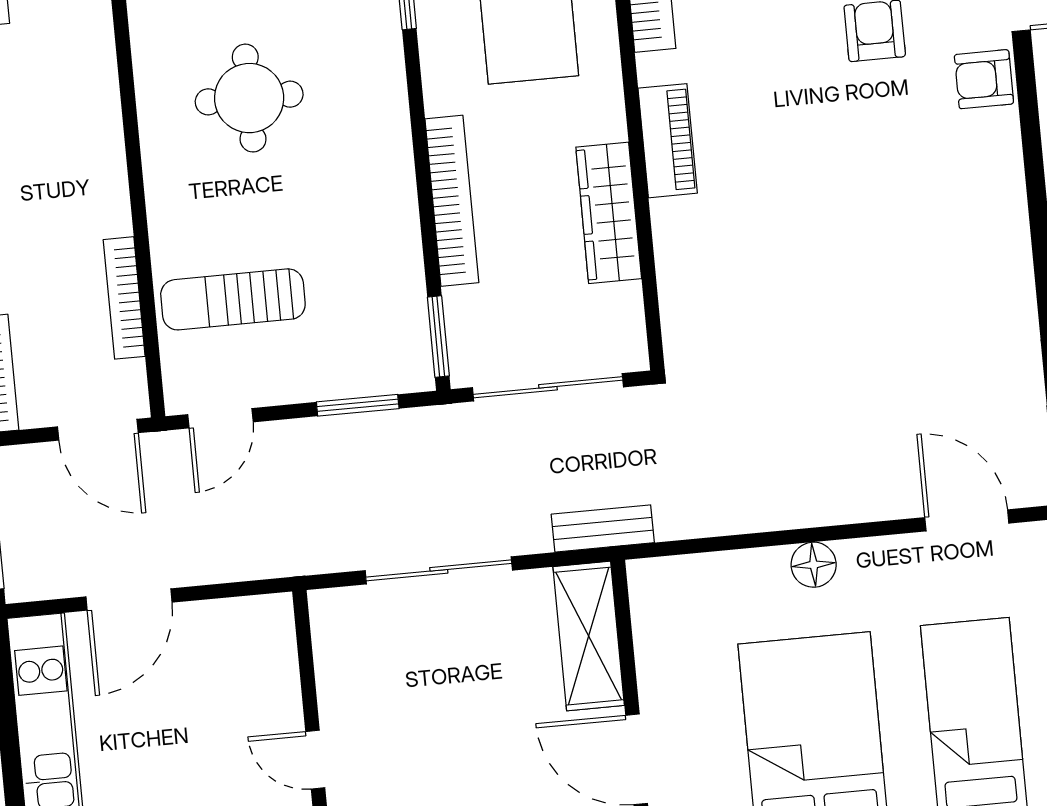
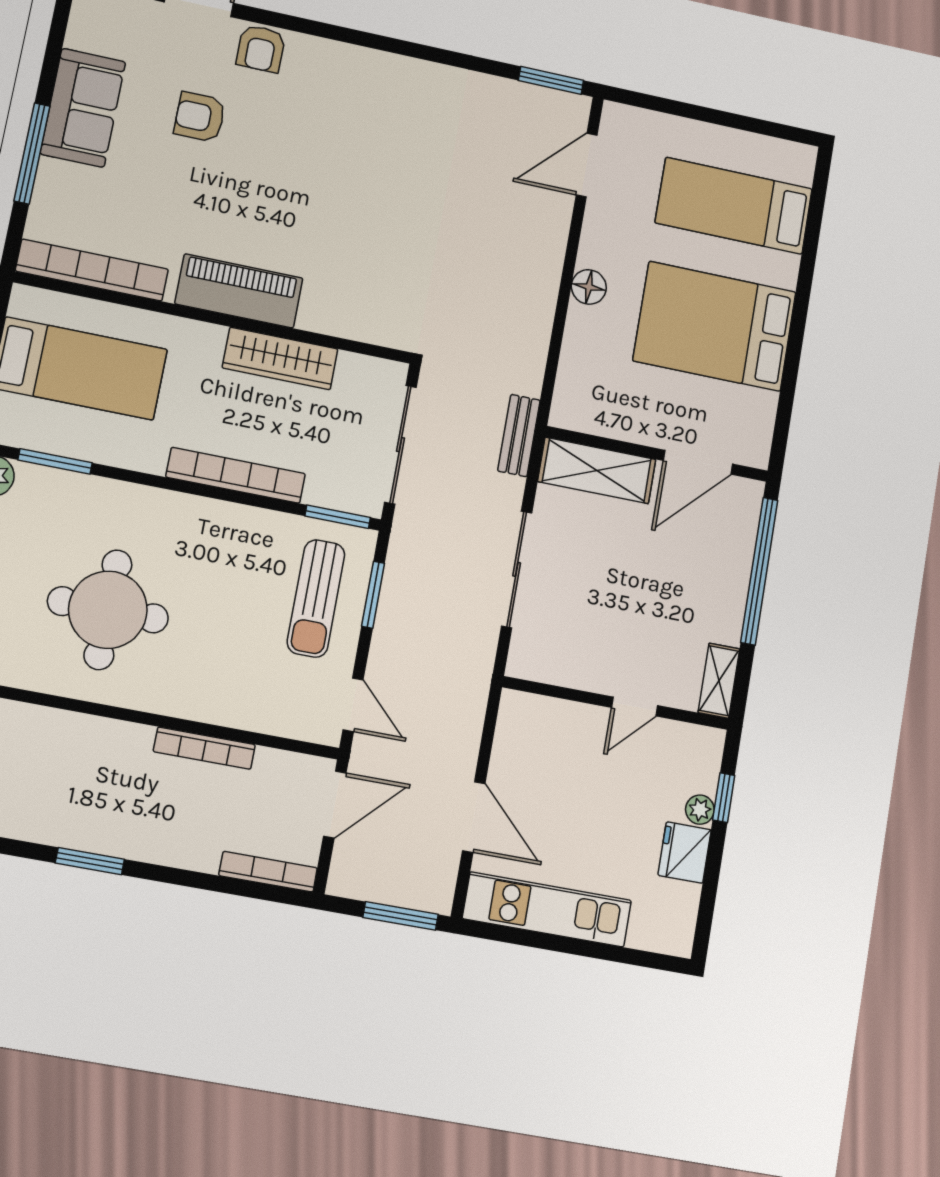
round table: (249, 98) -> (108, 610), width x1.36, depth x1.36
piano: (668, 141) -> (239, 291), width x1.37, depth x1.33
bookcase: (124, 298) -> (204, 748), moved
sun lounger: (233, 299) -> (316, 598), moved

